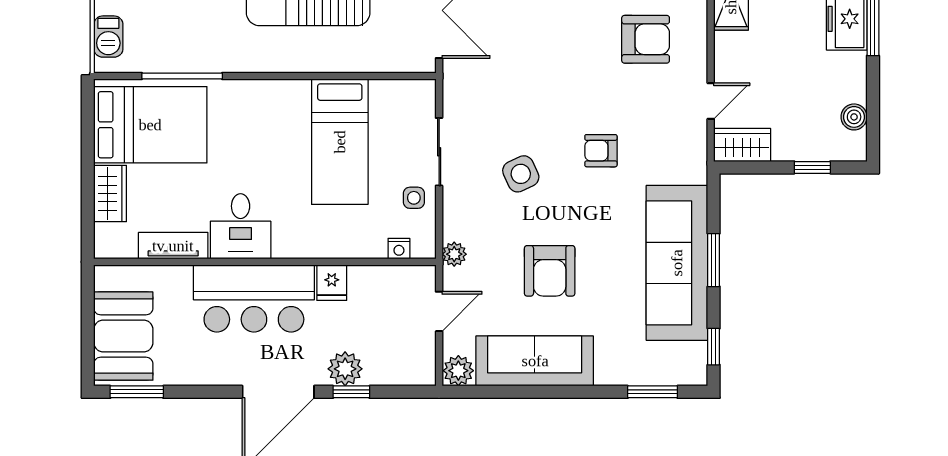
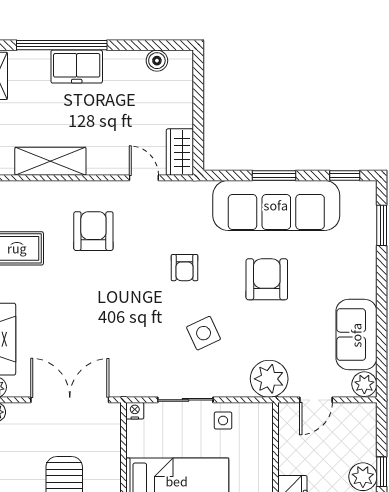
window: (812, 167) -> (198, 95), removed
nightstand: (399, 249) -> (135, 411), moved, turned -90
plant: (454, 254) -> (269, 379), width x1.87, depth x1.87
armchair: (550, 271) -> (267, 279), moved, turned -90
door: (439, 311) -> (316, 400), swing flipped
sofa: (535, 361) -> (356, 335), width x0.73

